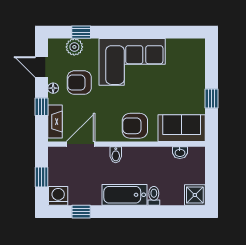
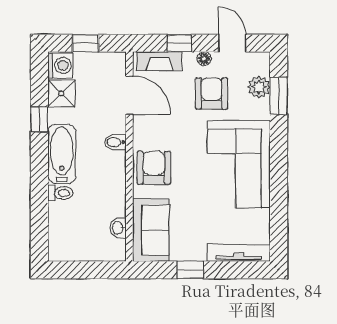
window: (81, 32) -> (279, 96), width x1.50
tv unit: (199, 62) -> (239, 253), added
door: (42, 67) -> (232, 43), hinge flipped
shower: (195, 195) -> (61, 93), moved
window: (81, 212) -> (39, 119), moved

